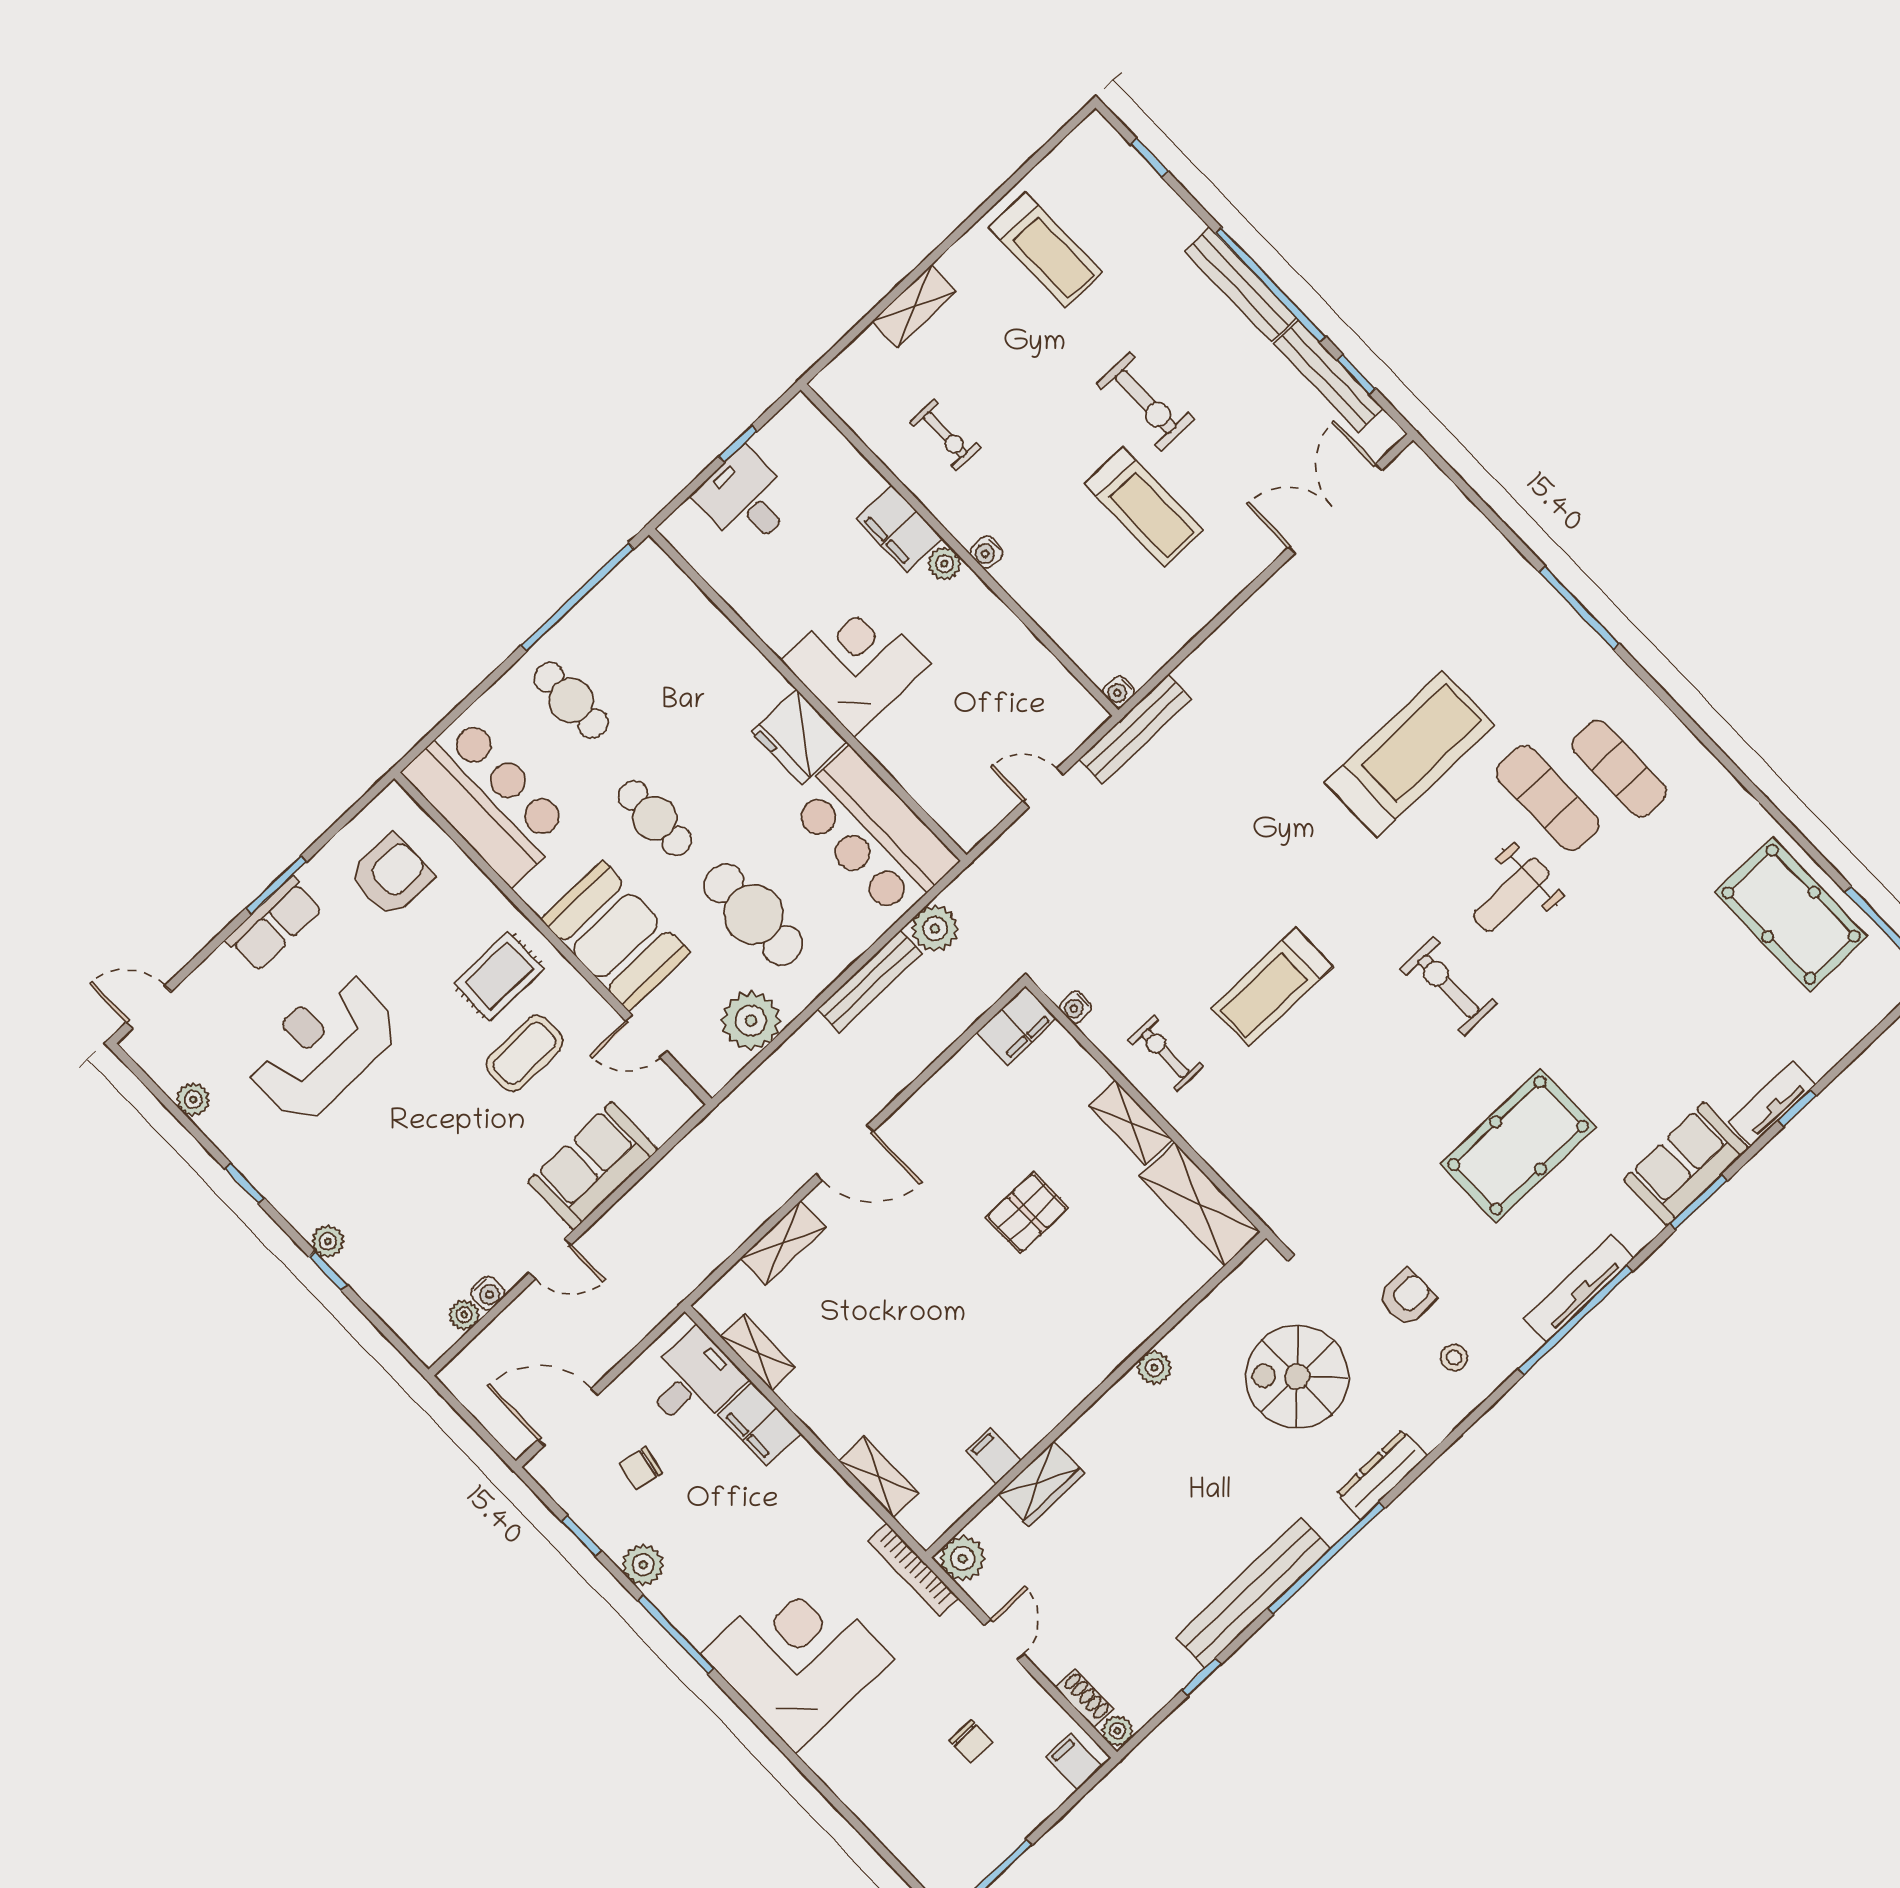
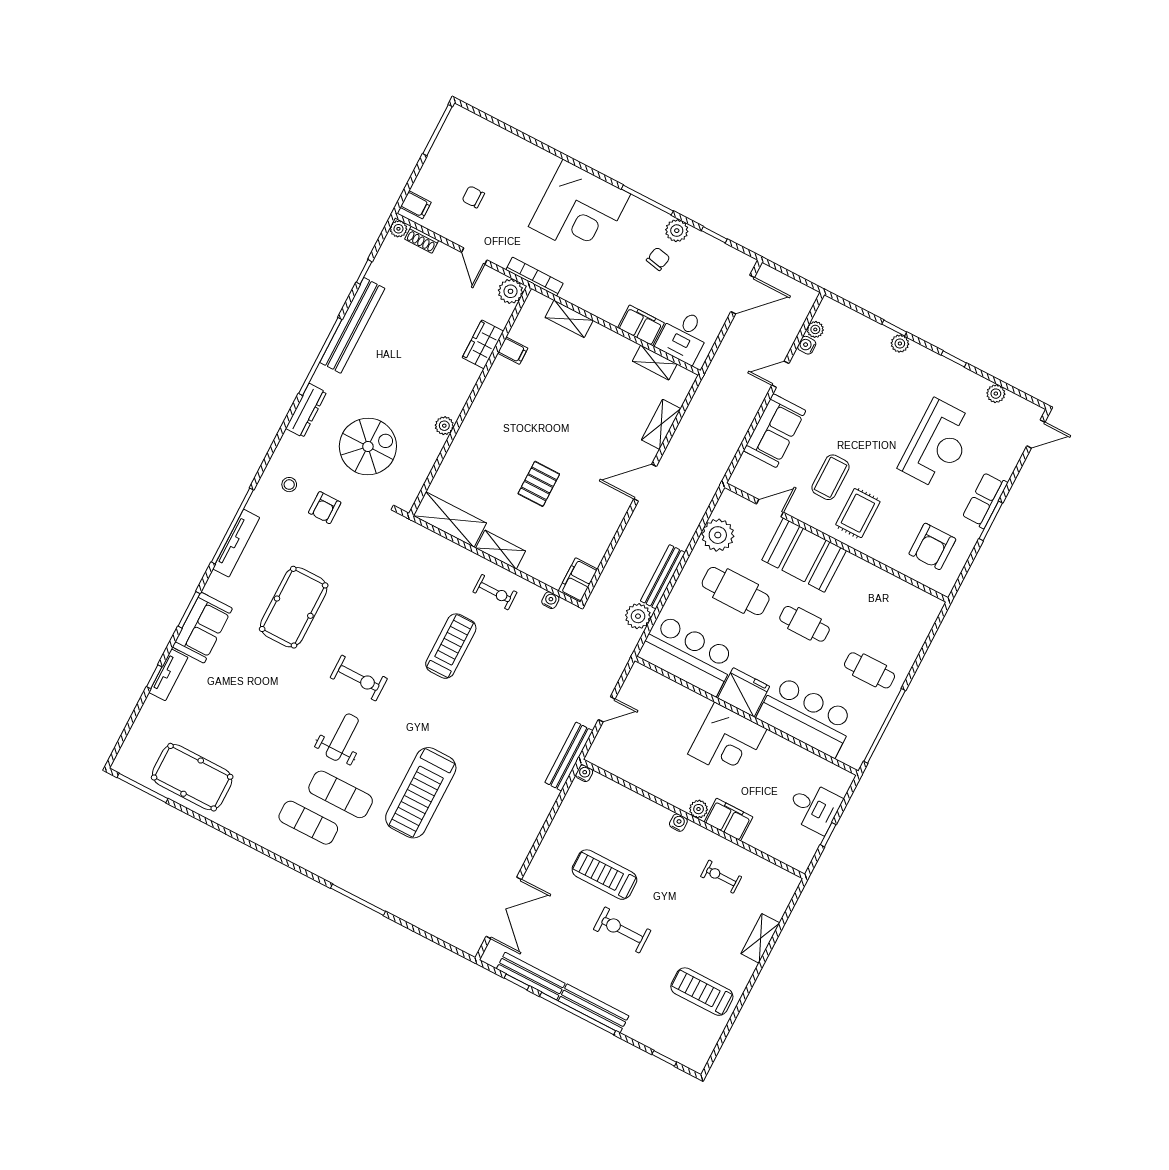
bar counter: (488, 800) -> (806, 716), moved, turned 180
chair: (641, 1468) -> (658, 259), moved

